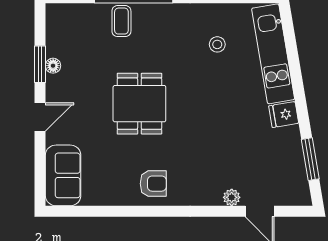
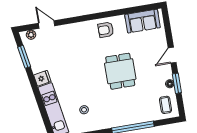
coffee table: (121, 21) -> (166, 105), moved
sofa: (63, 175) -> (143, 21), moved, turned -90
plant: (232, 197) -> (31, 35), moved

